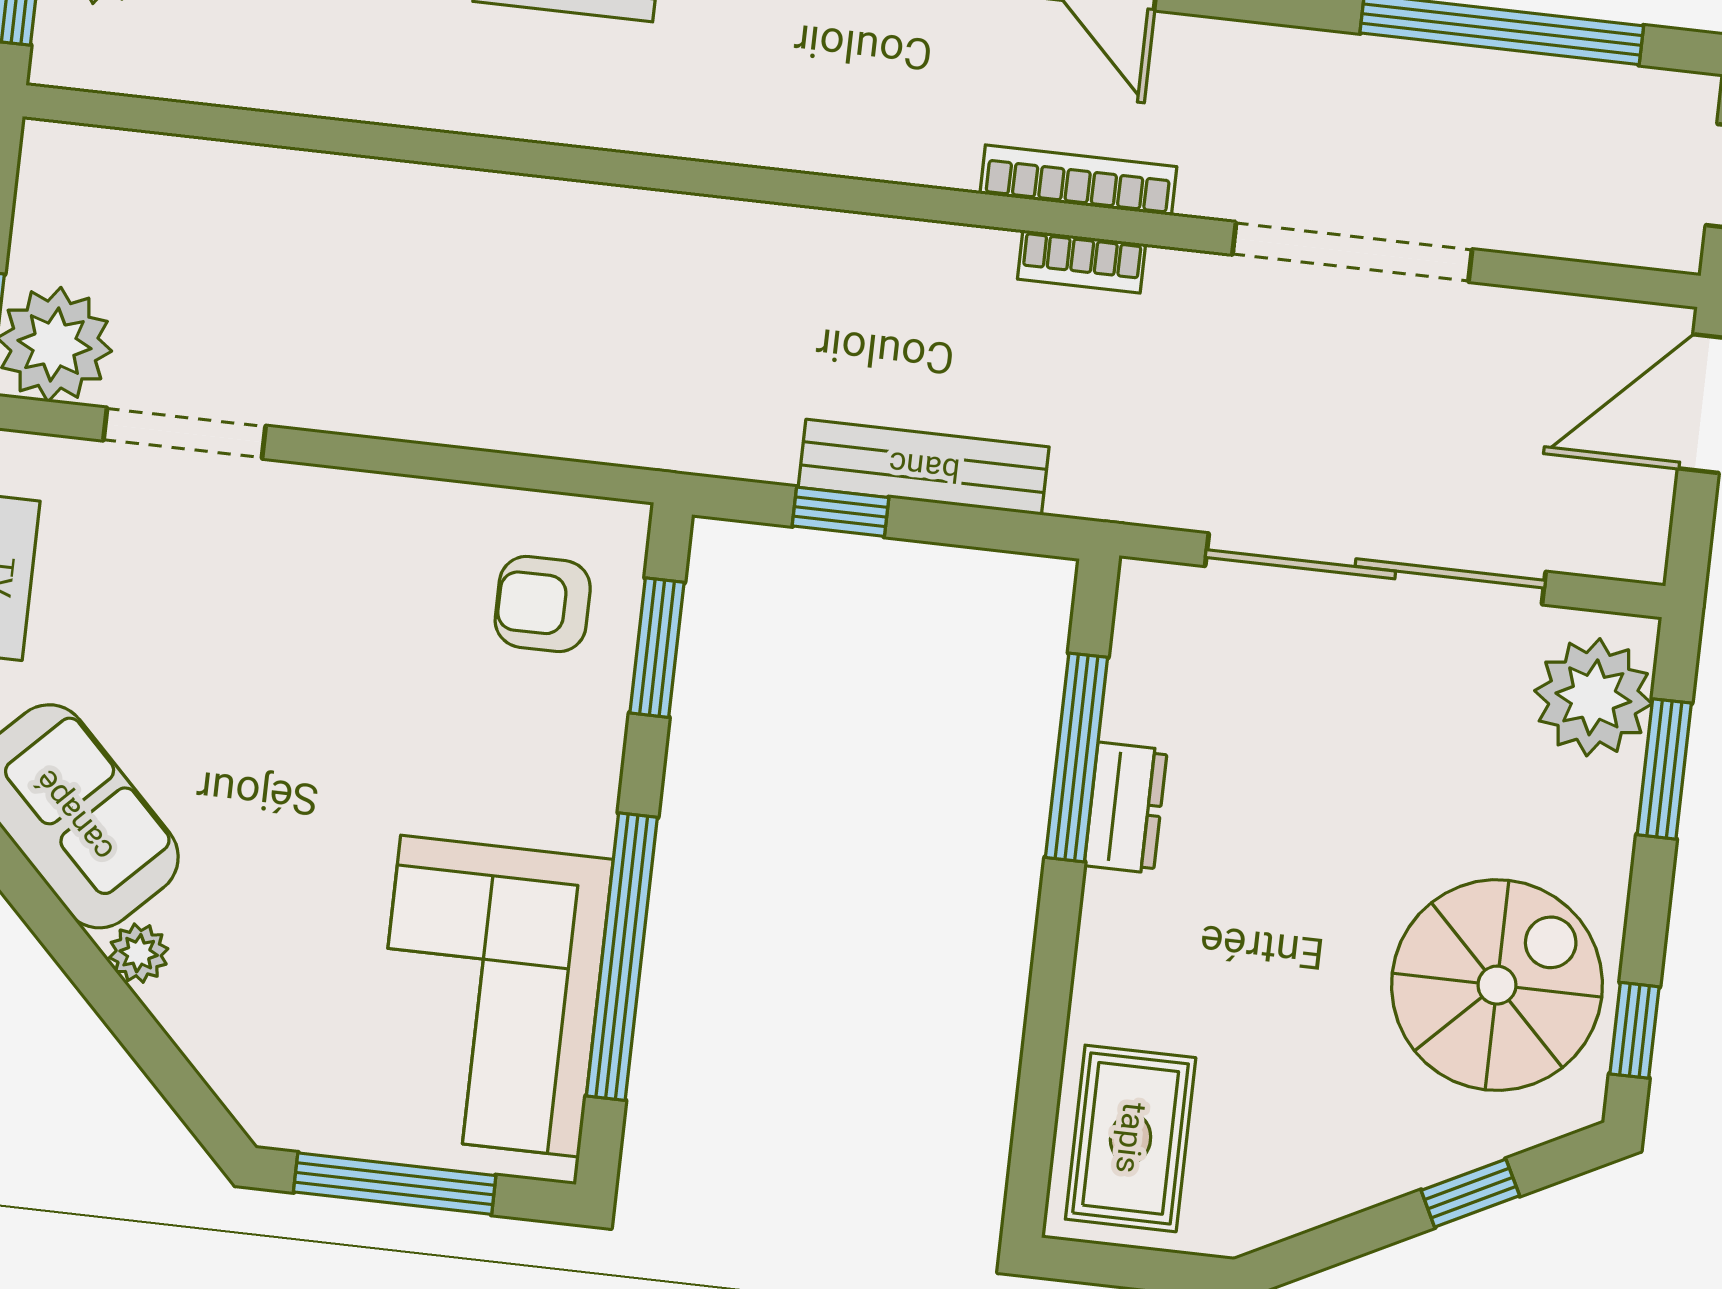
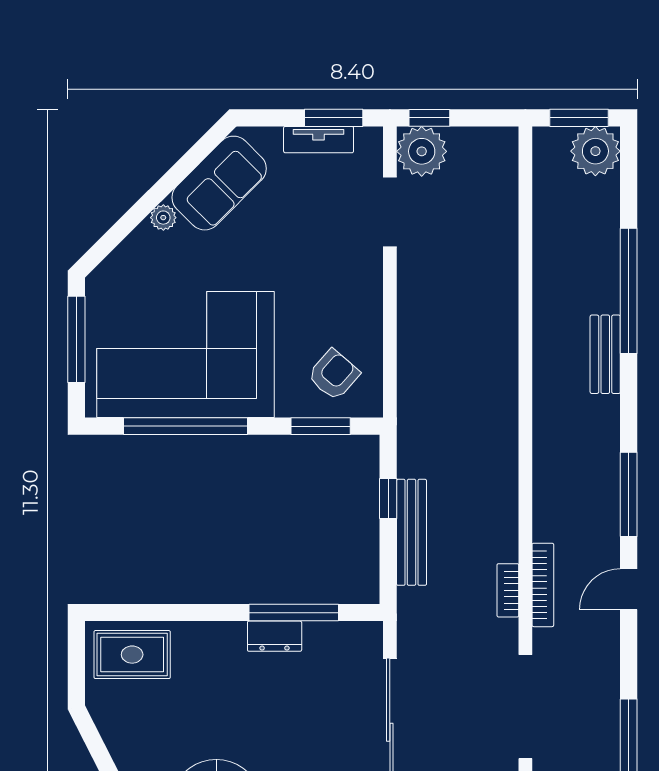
armchair: (543, 604) -> (334, 375), turned 41
corner sofa: (490, 996) -> (186, 355), width x1.36, depth x1.36

